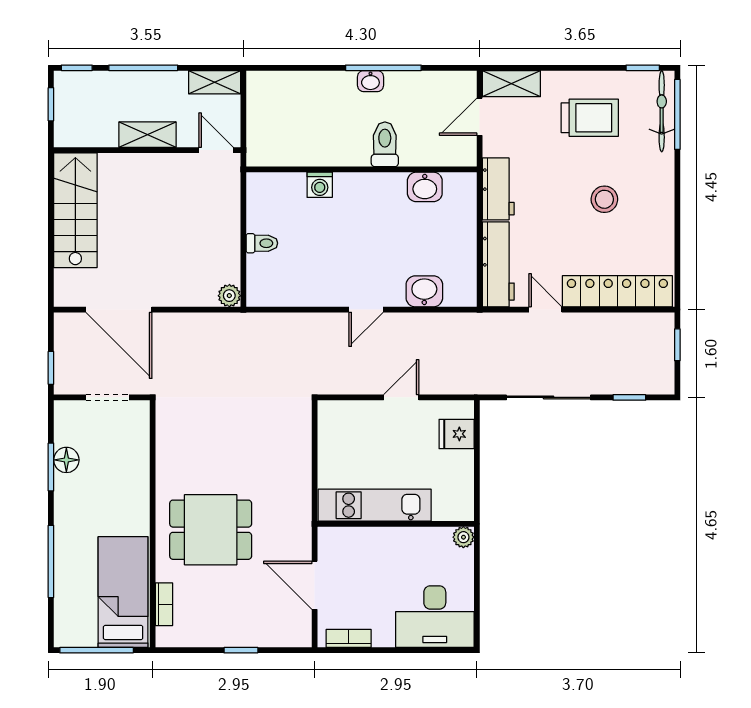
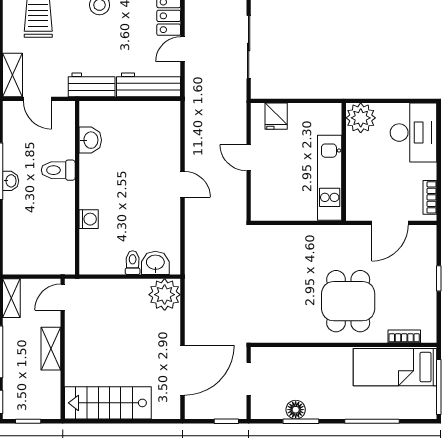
washbasin: (424, 291) -> (155, 263), moved, turned 90
plant: (229, 296) -> (165, 295), width x1.88, depth x1.88
plant: (463, 537) -> (361, 118), width x1.88, depth x1.88

